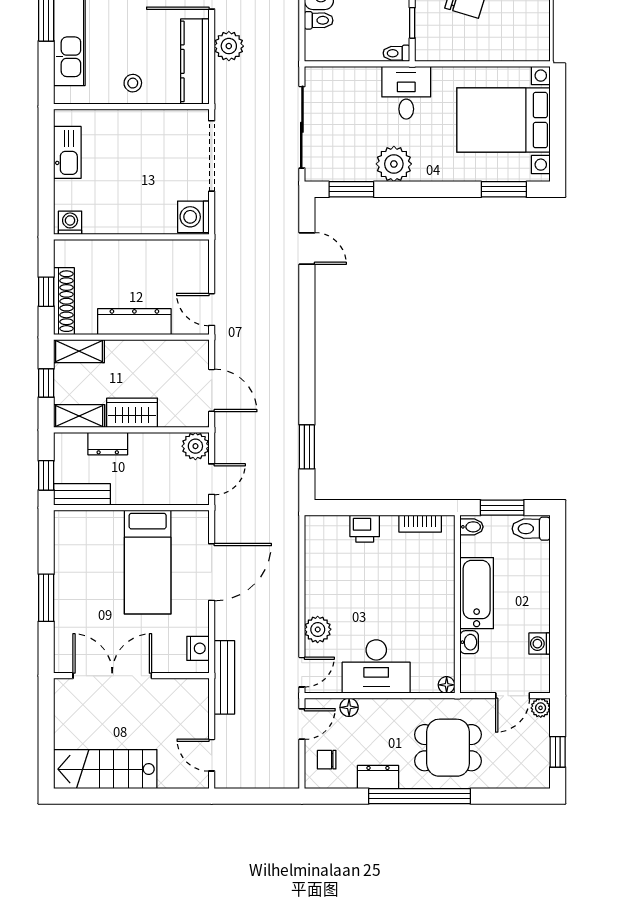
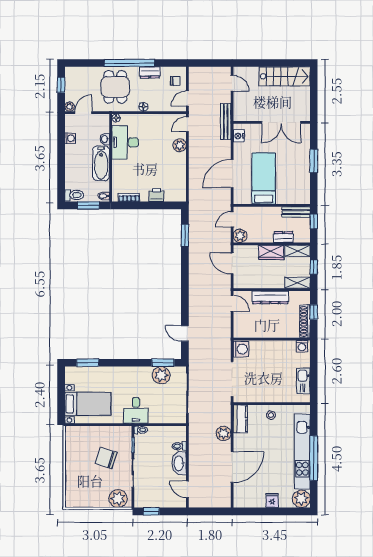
kitchen counter: (195, 61) -> (240, 419), width x0.67
bed with nightstands: (503, 120) -> (88, 404), width x0.73
plant: (394, 164) -> (161, 375), moved
shoe rack: (64, 301) -> (305, 321), moved
desk: (376, 667) -> (125, 142), moved, turned -90
floor lamp: (349, 707) -> (143, 107), moved
dining table: (448, 748) -> (115, 87), turned 90

